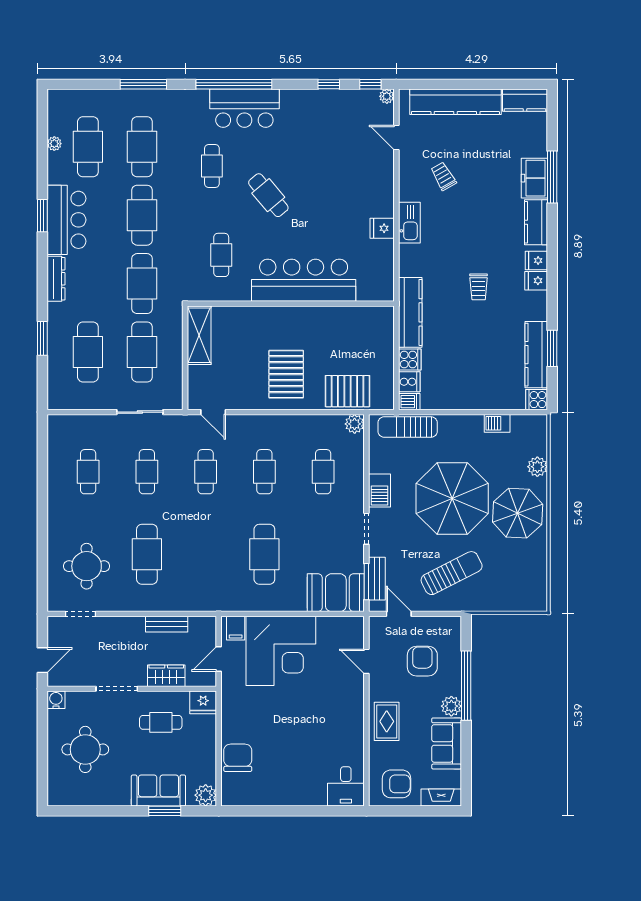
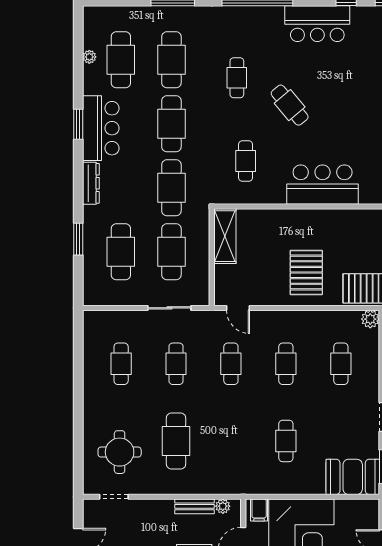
bar counter: (244, 108) -> (317, 24), moved
bar counter: (304, 280) -> (323, 185), width x0.73
cafe table: (264, 554) -> (286, 441), width x0.73, depth x0.74
plant: (197, 624) -> (223, 506), added

